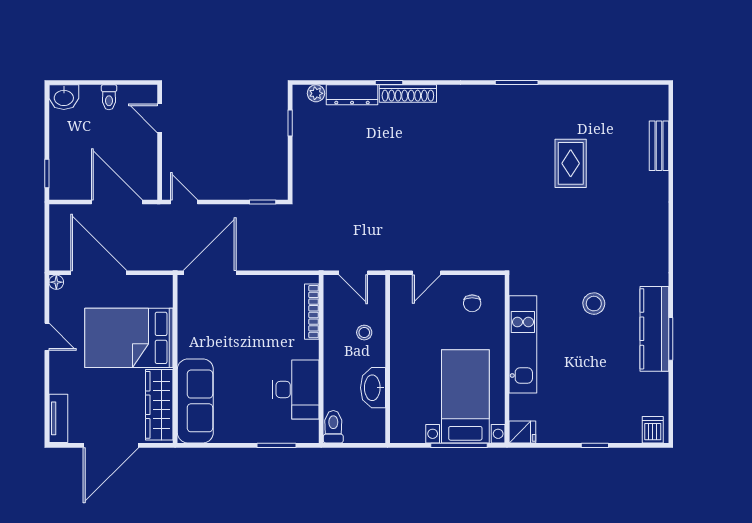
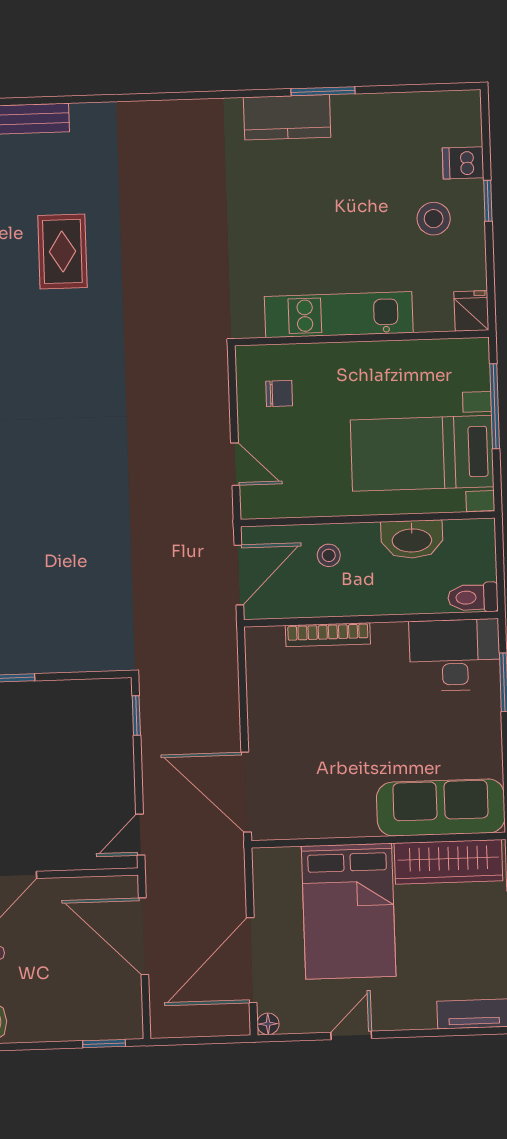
rug: (571, 163) -> (62, 251), turned 90
door: (117, 202) -> (144, 936), hinge flipped
door: (353, 273) -> (239, 575), width x1.38
stool: (594, 304) -> (434, 219), moved
bookcase: (312, 312) -> (328, 635), moved
kitchen counter: (654, 329) -> (287, 117), width x0.67
desk: (296, 389) -> (455, 655), moved
bed with nightstands: (465, 396) -> (422, 453), moved
dishwasher: (653, 430) -> (463, 163), moved

